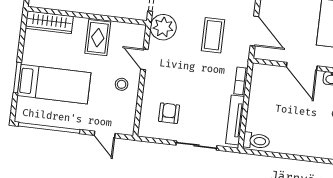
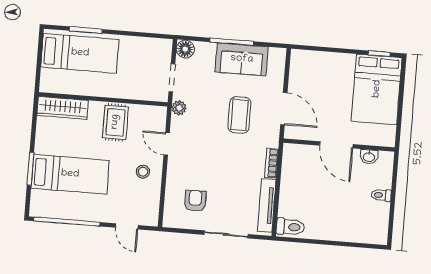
plant: (163, 27) -> (179, 108), width x0.53, depth x0.53

